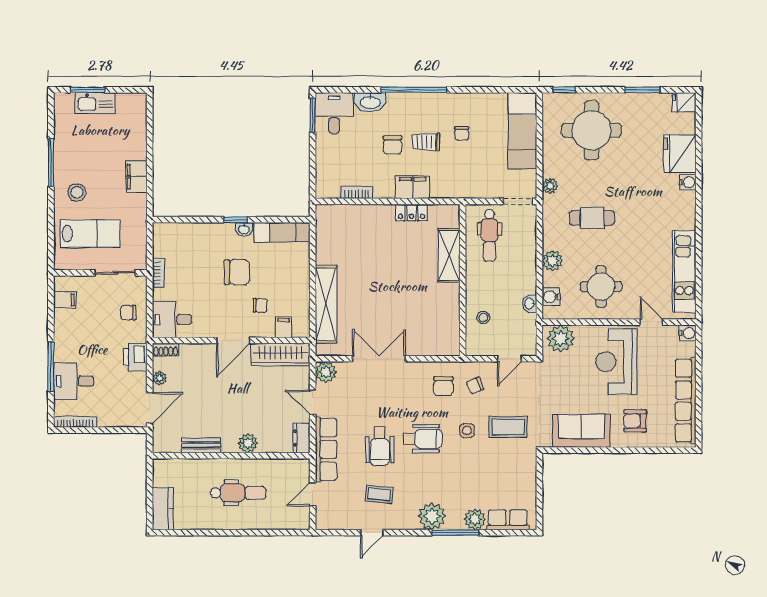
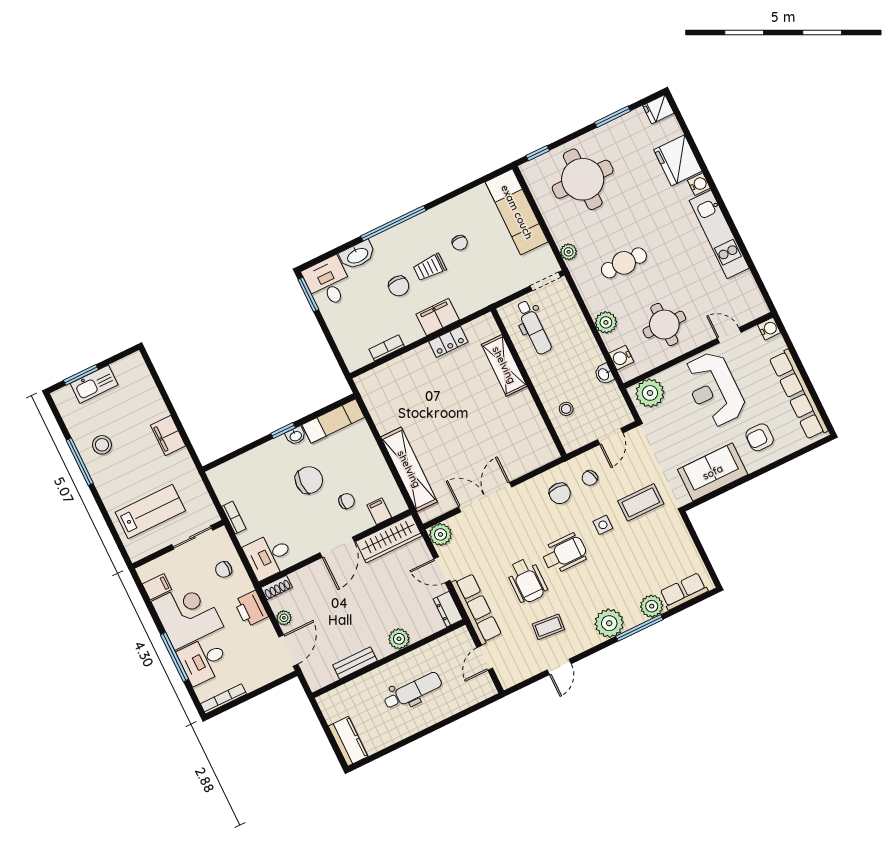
stool: (77, 192) -> (102, 445), moved
kitchen unit: (684, 272) -> (719, 234), moved
corner desk: (79, 335) -> (187, 614), added

